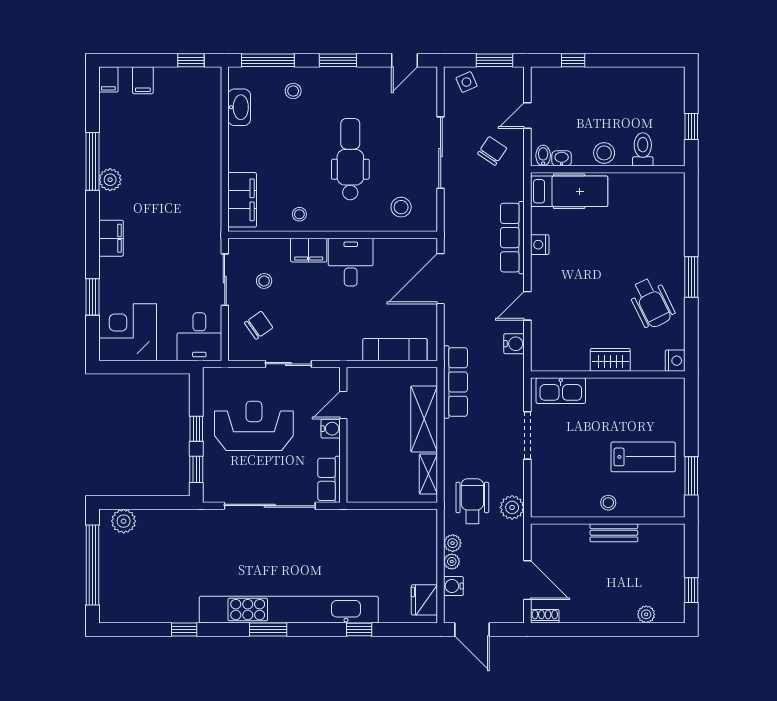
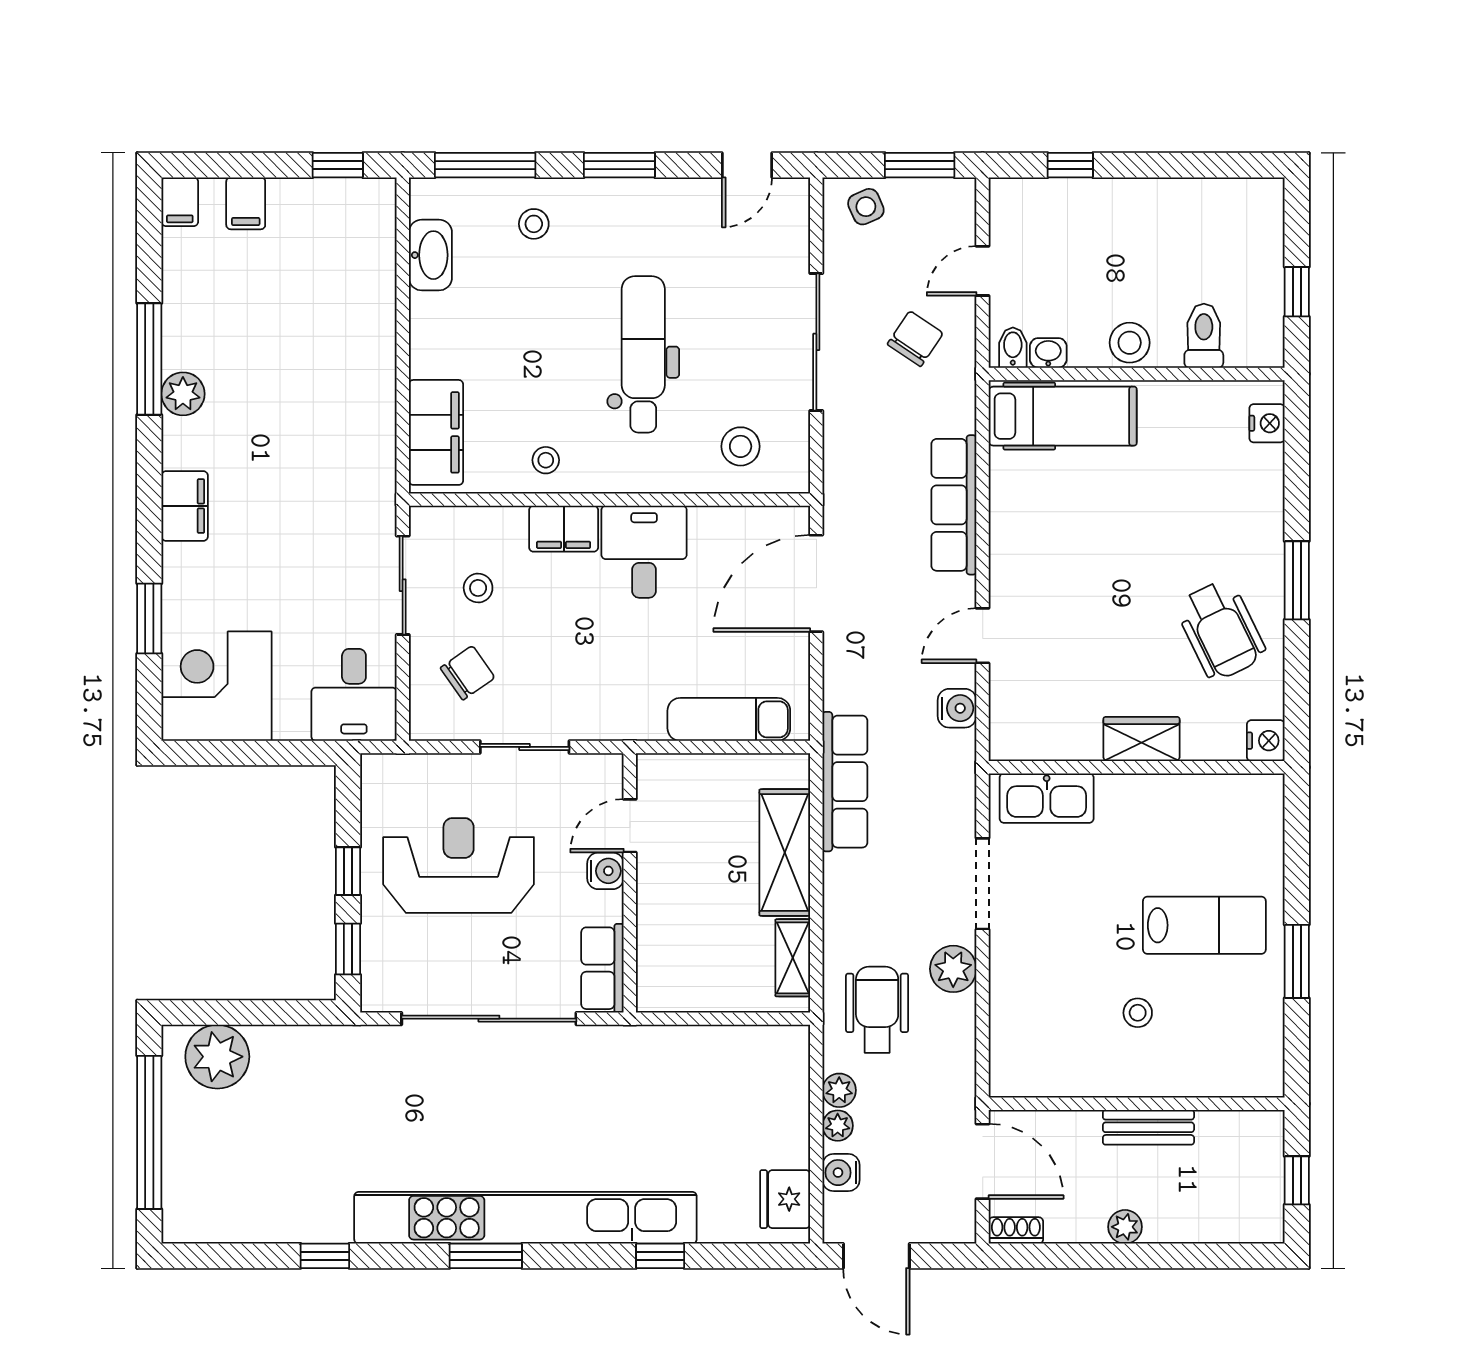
nightstand: (540, 245) -> (1267, 423), moved, turned 180
plant: (512, 507) -> (953, 969), moved
plant: (124, 521) -> (217, 1057), width x1.36, depth x1.36
wall: (608, 521) -> (1137, 1104), moved
bench: (614, 533) -> (1148, 1127), moved
plant: (646, 614) -> (1125, 1227), moved

